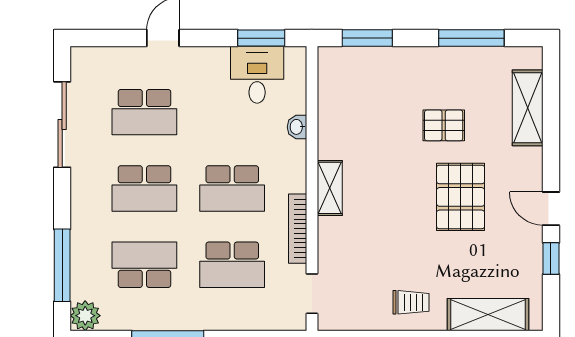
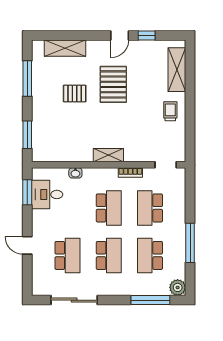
pallet: (444, 125) -> (75, 94), turned 90
pallet: (461, 197) -> (113, 84), turned 90
bookcase: (298, 229) -> (130, 173), width x0.64
school desk: (232, 265) -> (150, 208), turned 180

